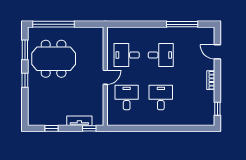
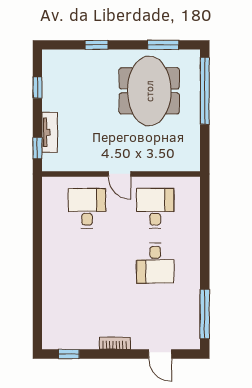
window: (182, 24) -> (205, 314), moved
door: (217, 52) -> (160, 354), swing flipped
window: (25, 80) -> (97, 45), moved
desk: (127, 97) -> (87, 208), turned -90
desk: (161, 97) -> (87, 263), removed

